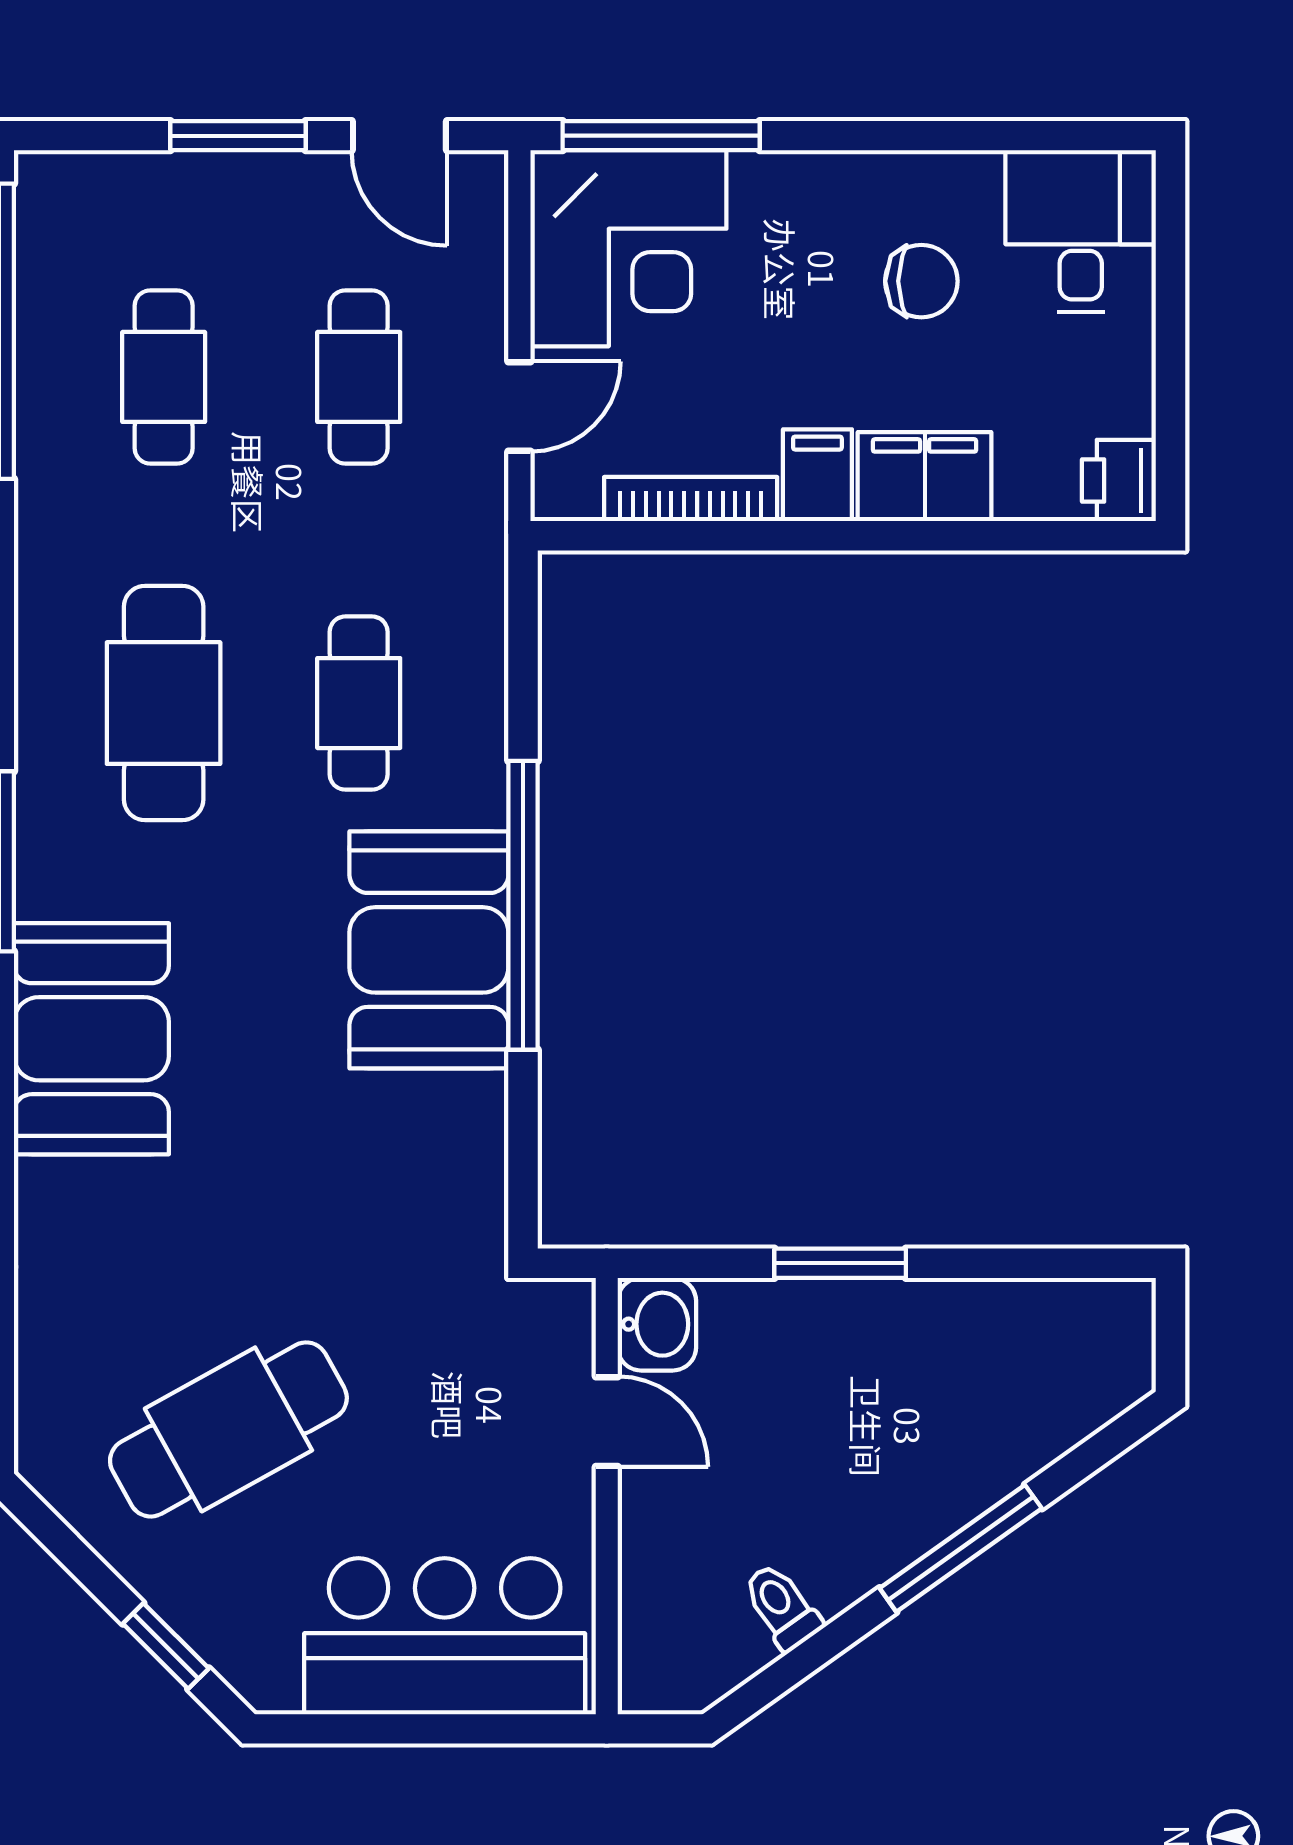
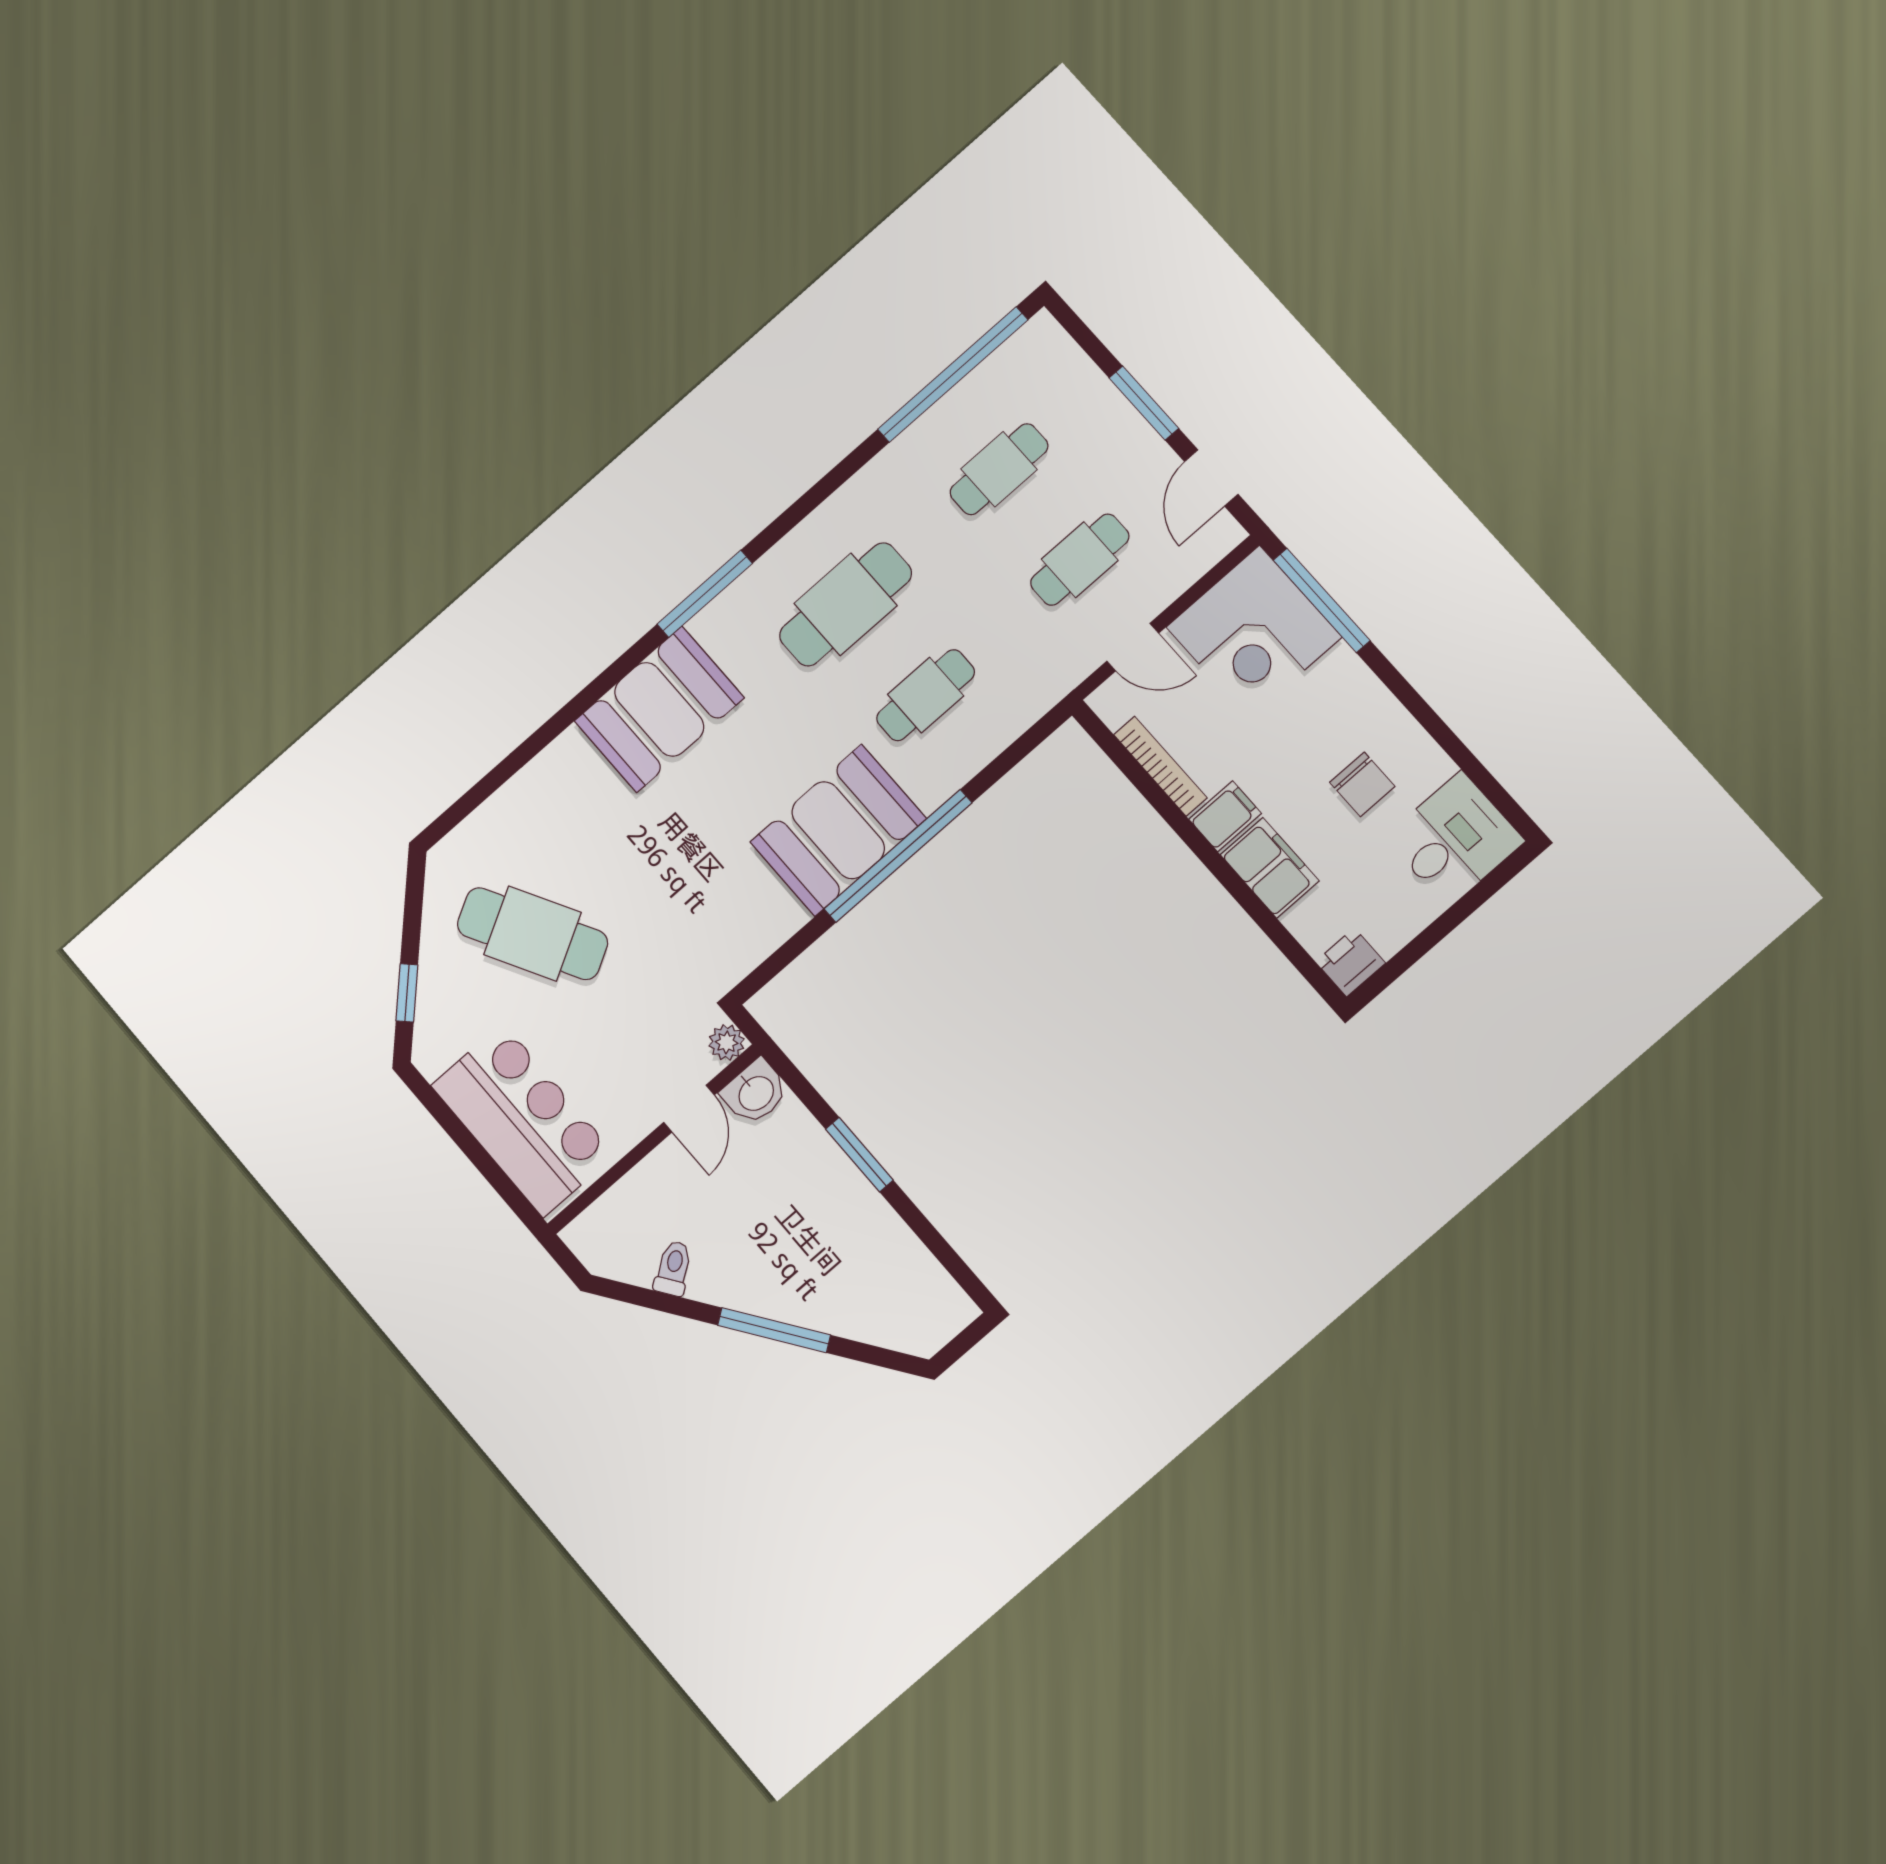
plant: (567, 1307) -> (727, 1042), added

